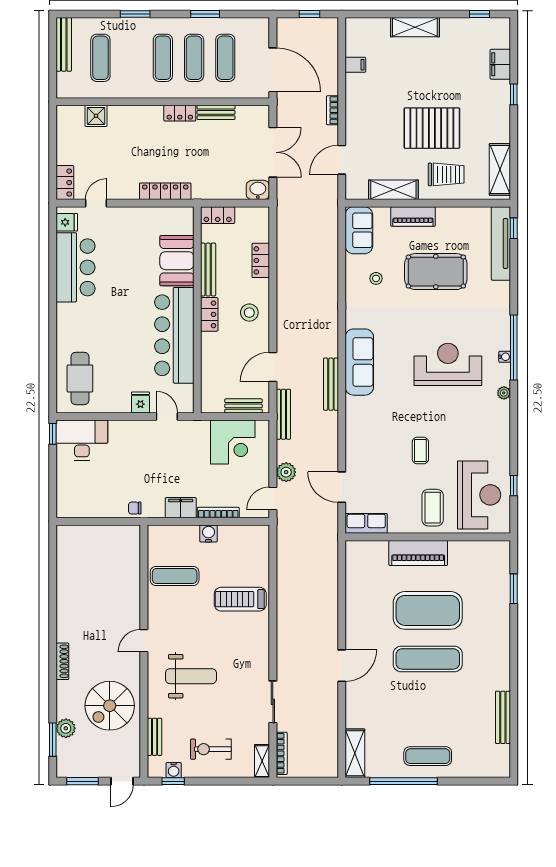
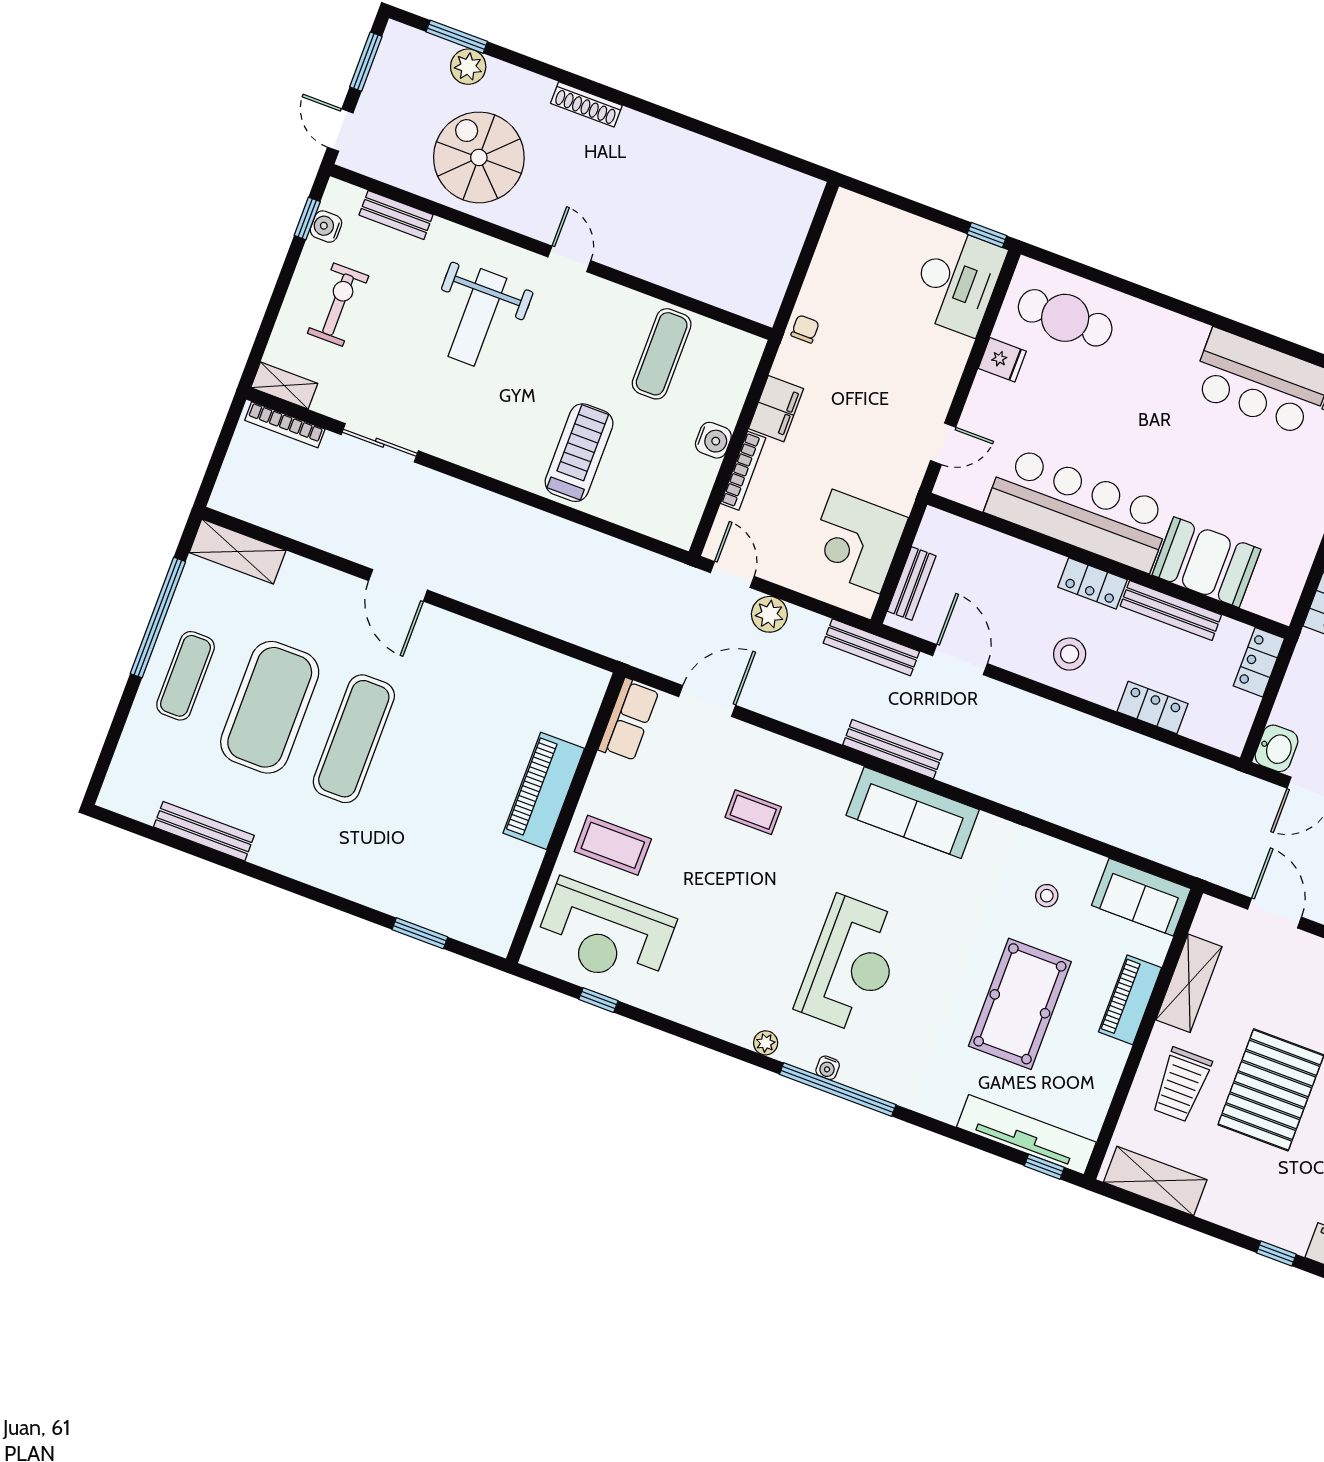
fridge: (140, 402) -> (1002, 360), moved
coffee table: (420, 450) -> (753, 812), moved
exercise mat: (428, 610) -> (270, 707), moved

